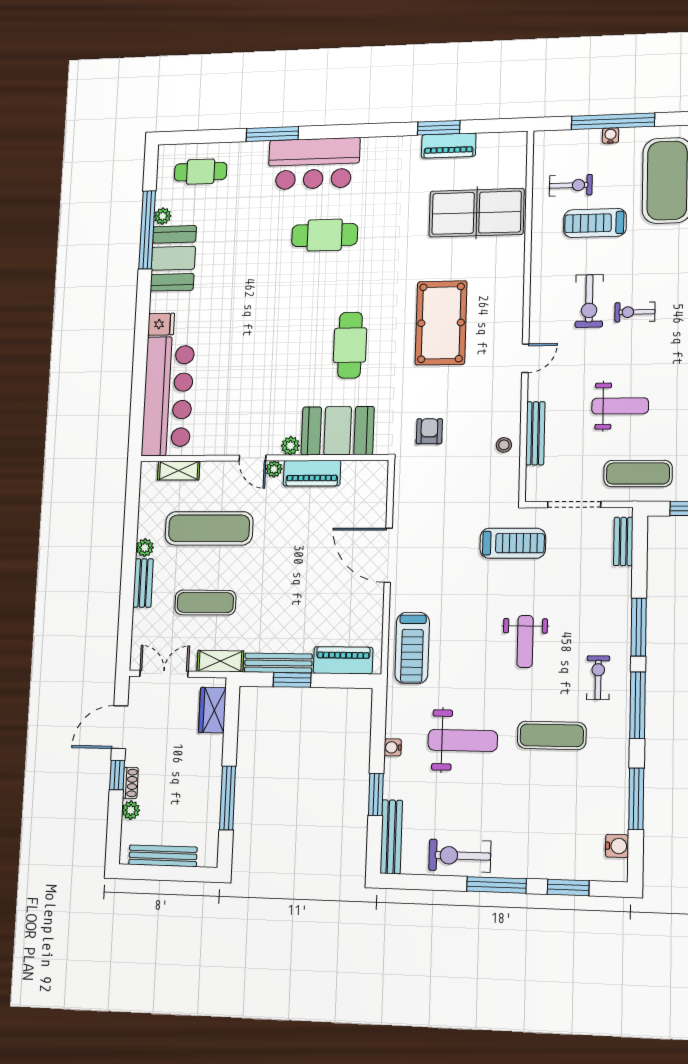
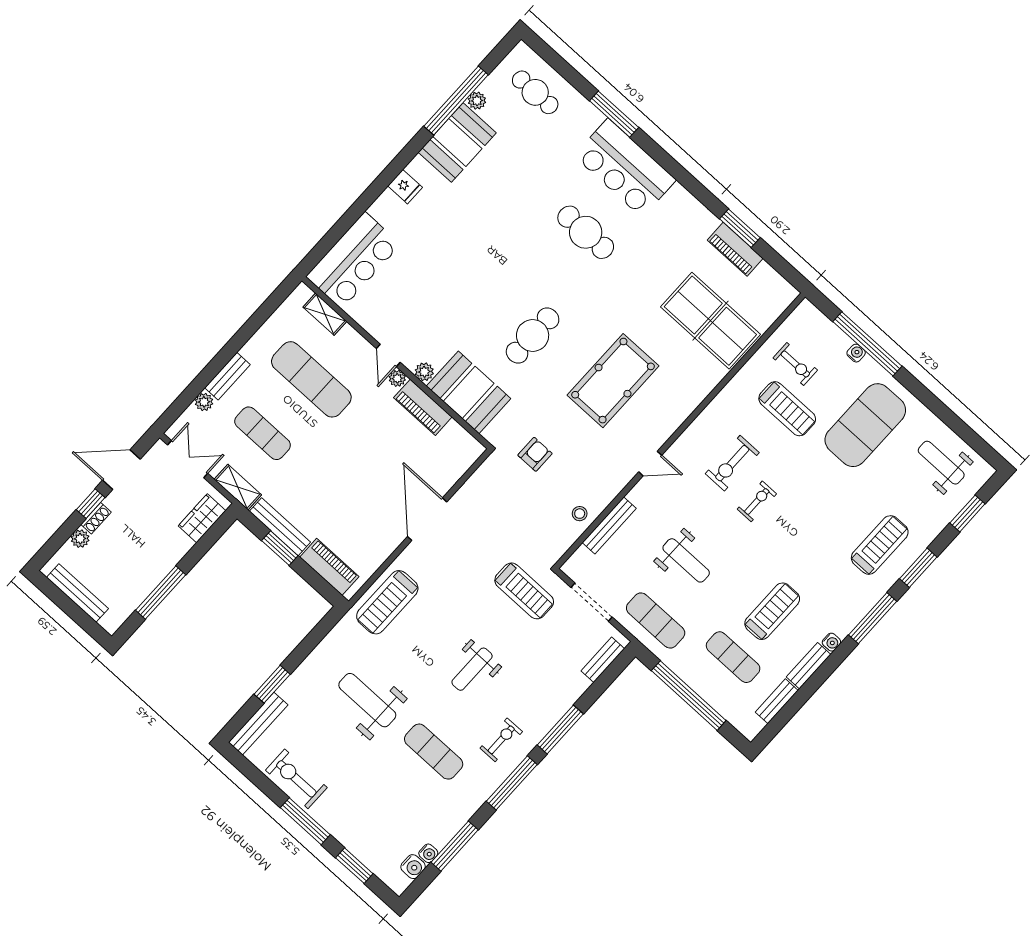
treadmill: (595, 223) -> (787, 409), turned 180
exercise bike: (635, 312) -> (757, 501), turned 90
bar counter: (168, 396) -> (353, 260), width x0.73
plant: (145, 548) -> (204, 402), moved
weight bench: (463, 740) -> (367, 700), turned 180
water cooler: (393, 747) -> (428, 853), moved, turned 180

